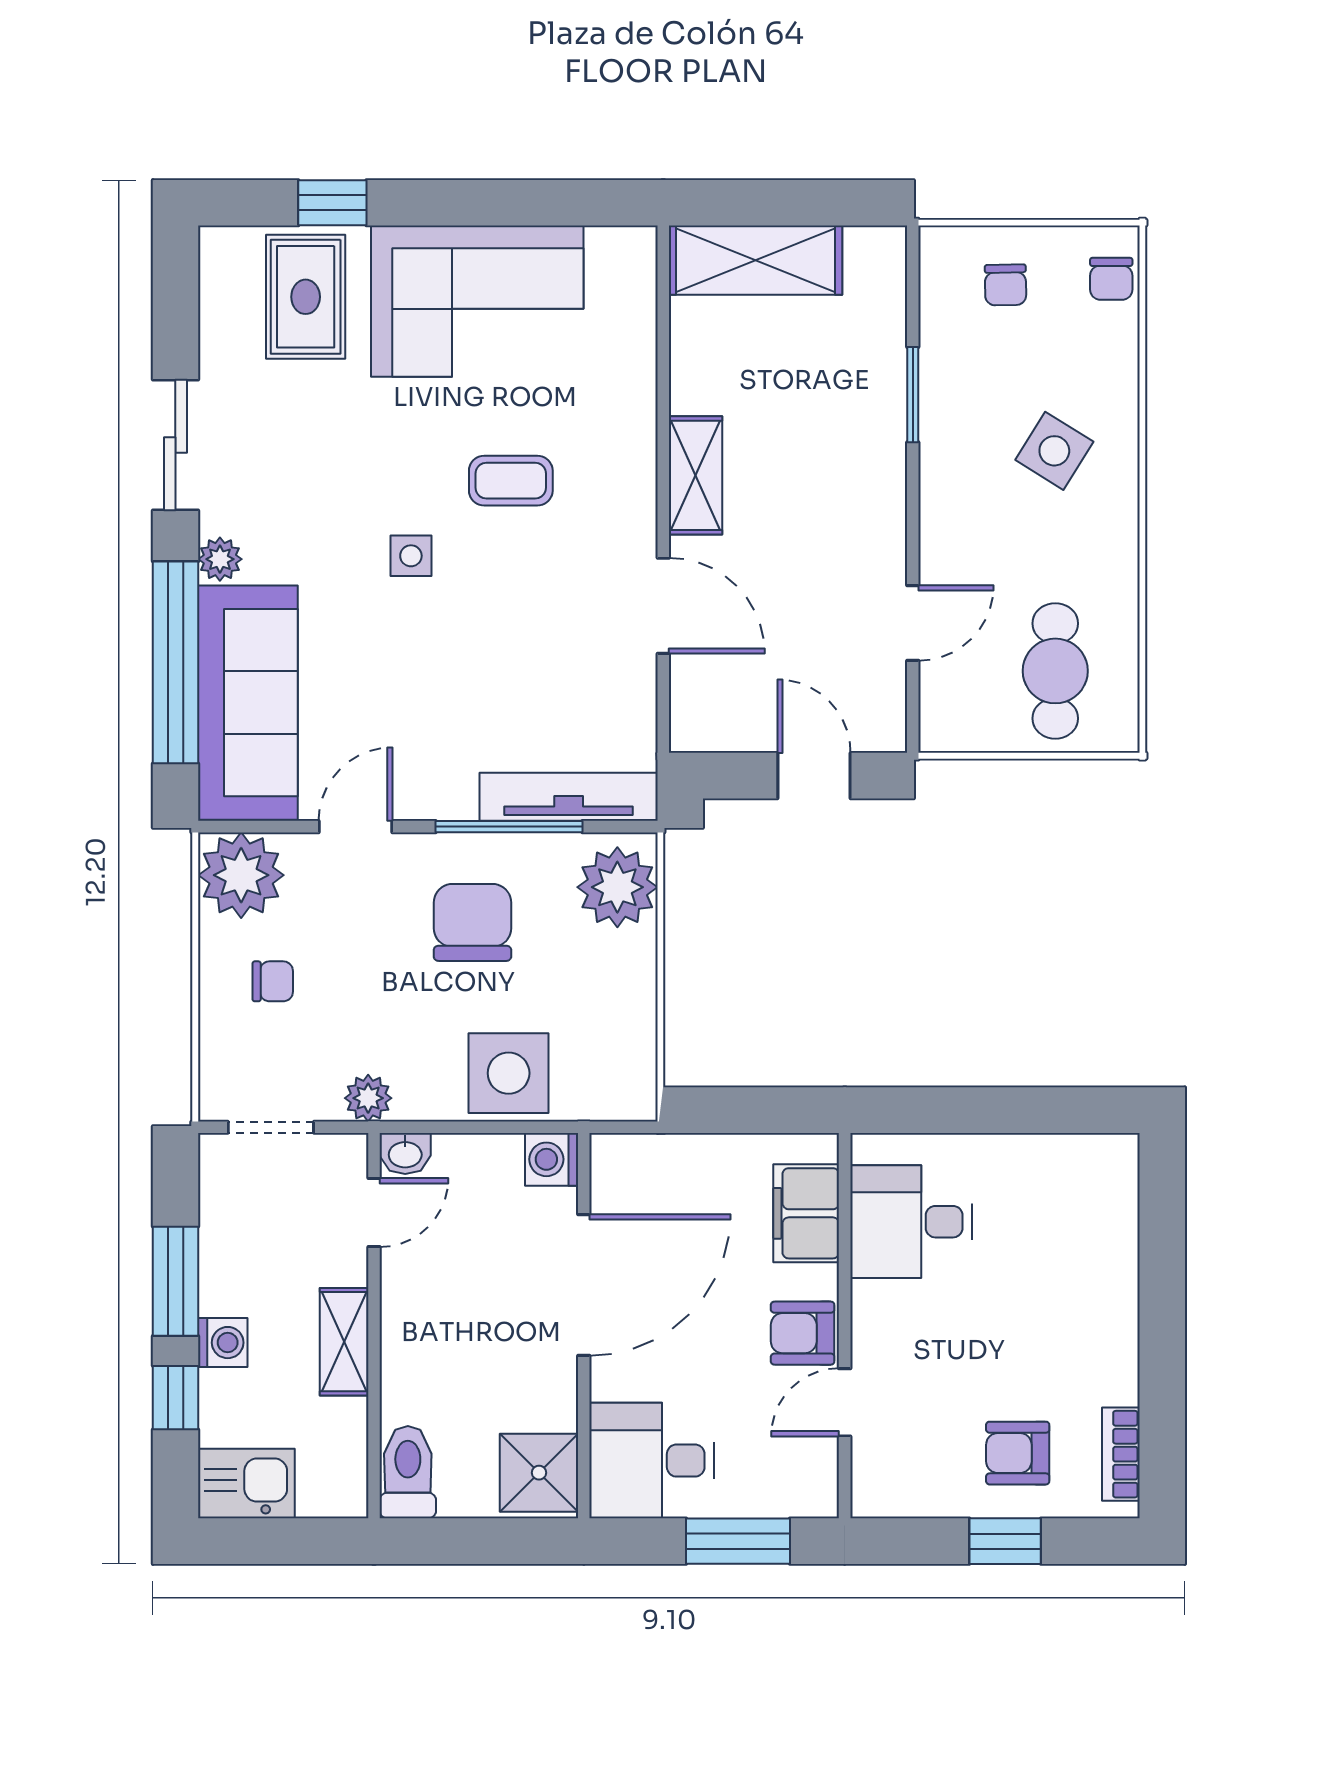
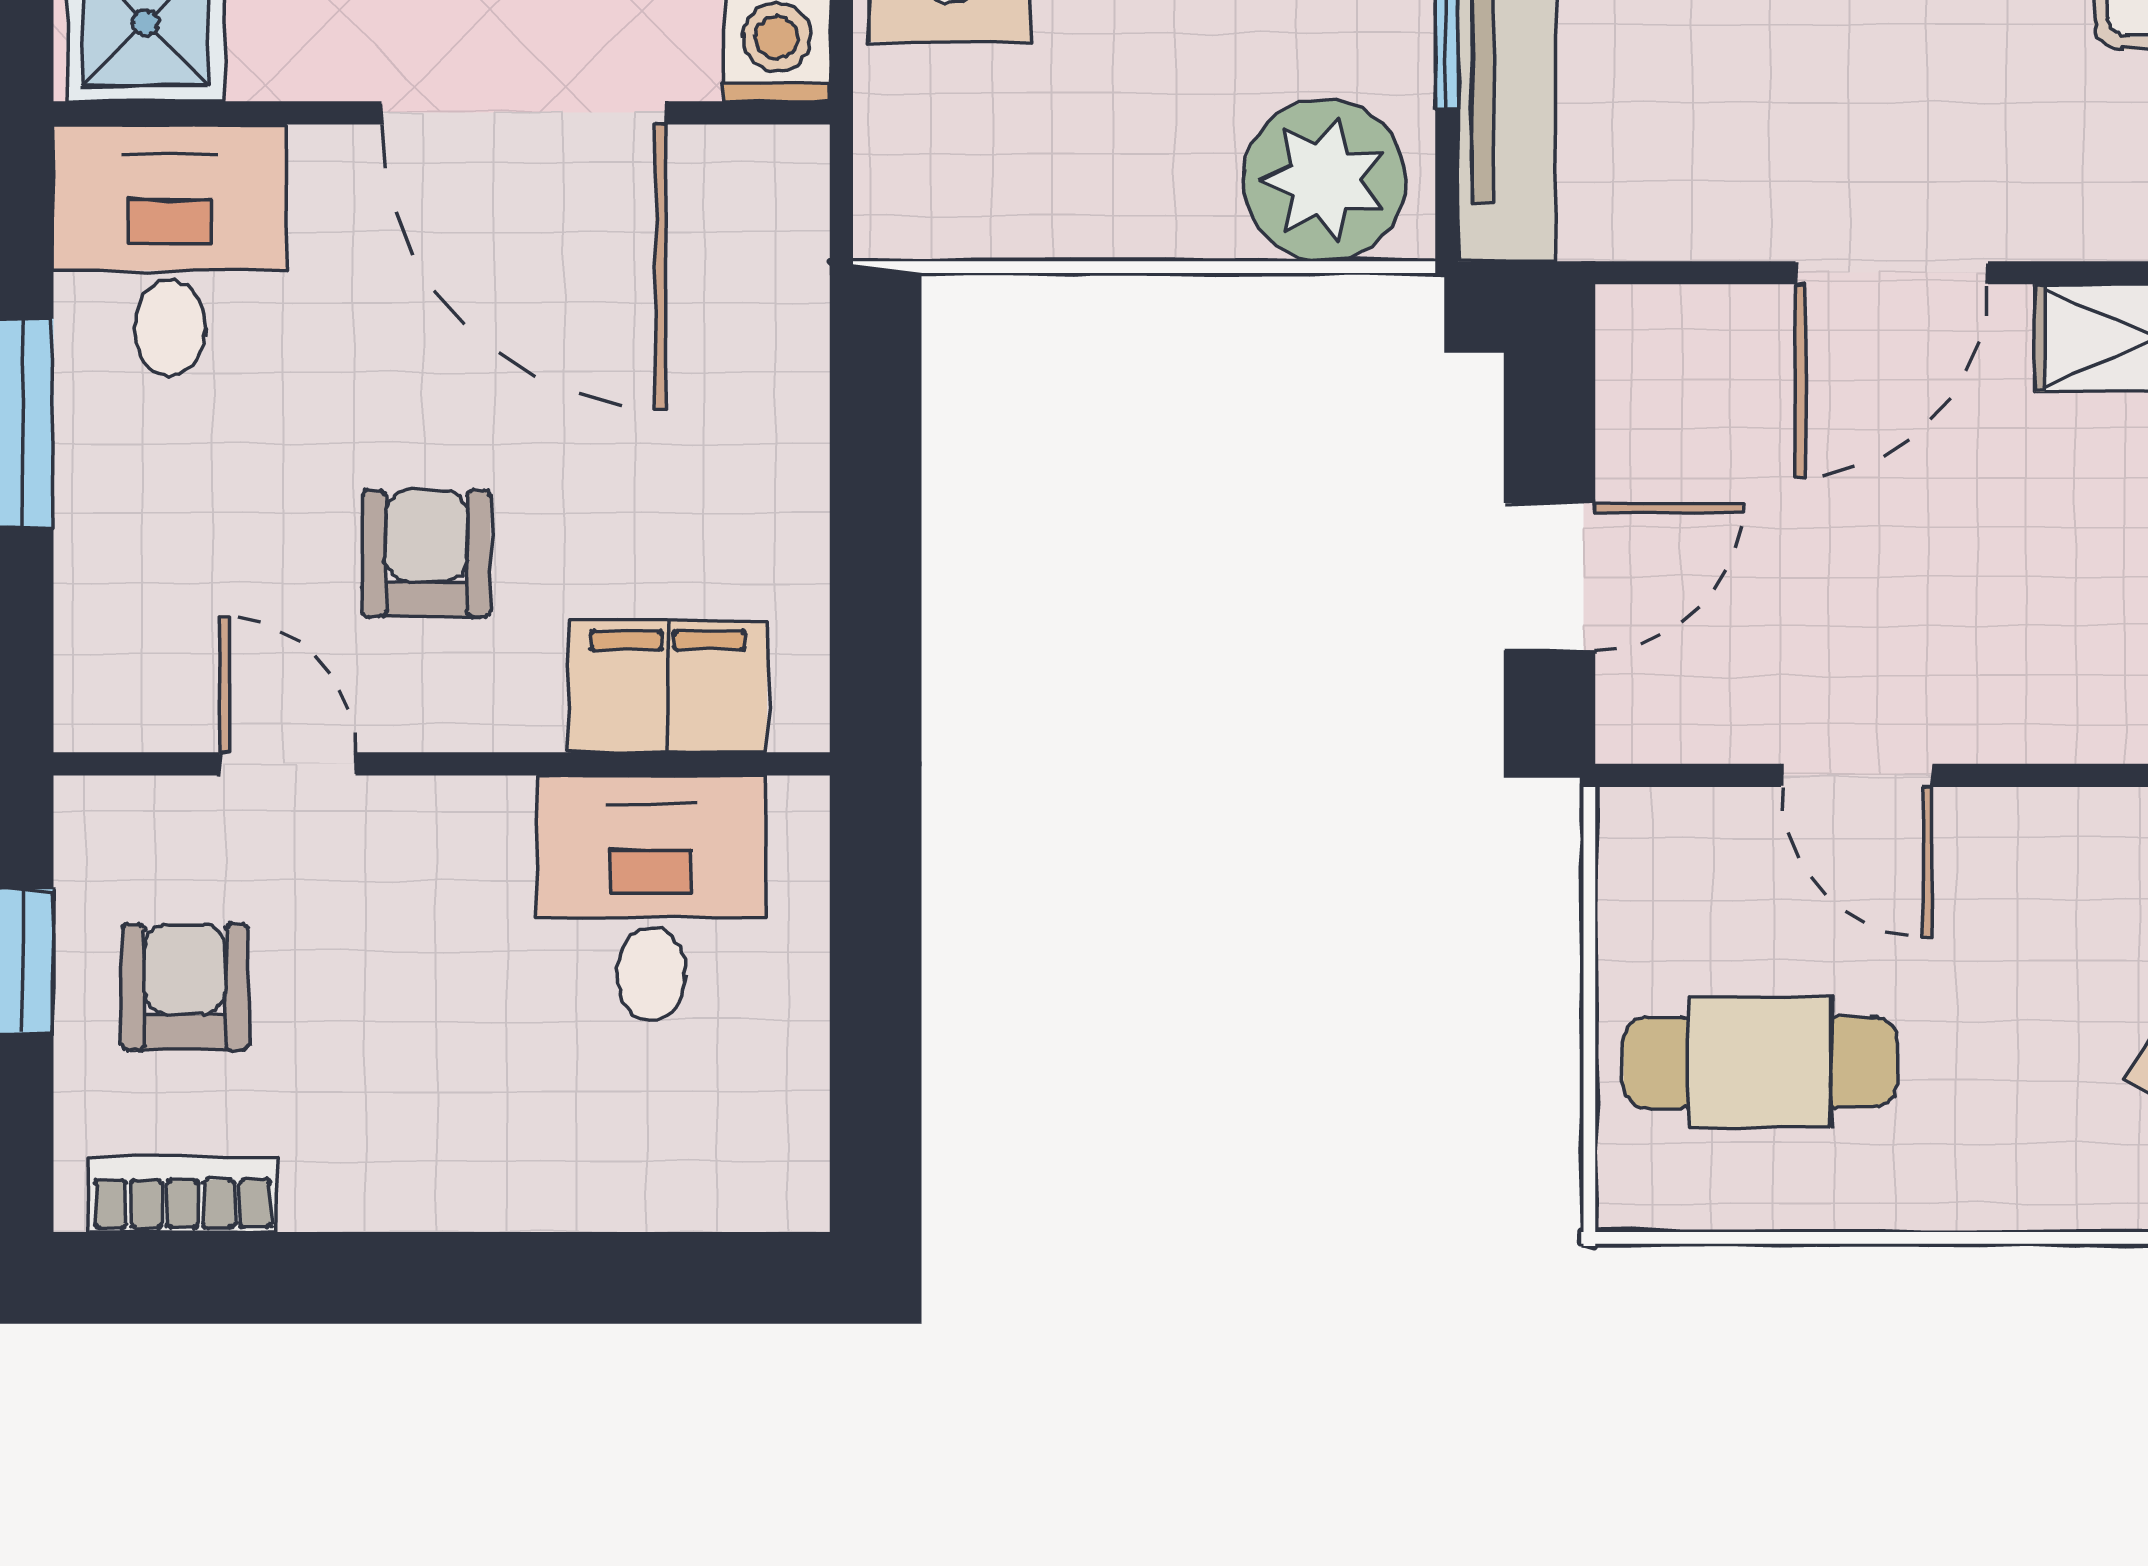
filing cabinet: (806, 1213) -> (668, 686), moved
desk: (911, 1222) -> (651, 898), moved
wall: (845, 1326) -> (442, 764), moved
door: (845, 1402) -> (287, 764), moved

